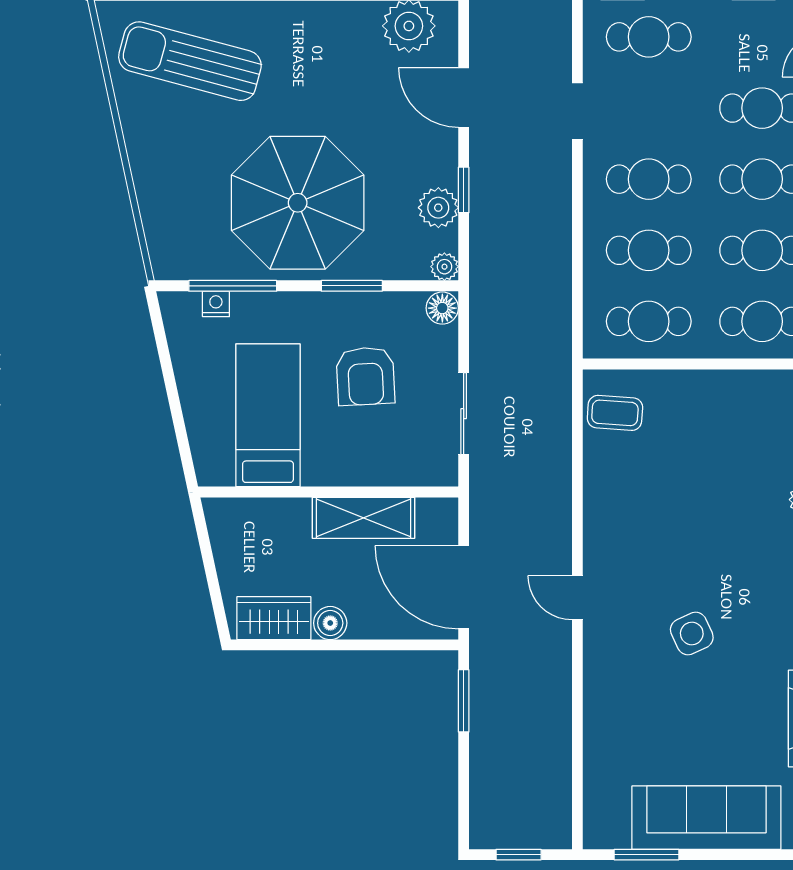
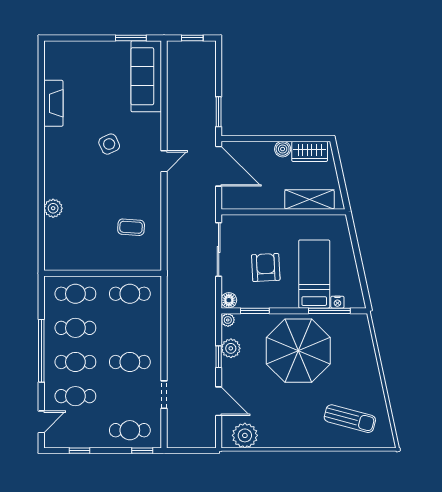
sun lounger: (190, 61) -> (350, 419), width x0.73, depth x0.75
cafe table: (649, 250) -> (130, 328), removed
window: (352, 286) -> (255, 311), moved
coffee table: (615, 413) -> (131, 227), moved
sliding door: (464, 414) -> (219, 250), width x1.37
bed: (268, 415) -> (314, 274), moved, turned 180
shelving: (364, 518) -> (309, 200), moved
door: (577, 598) -> (164, 161), hinge flipped
sofa: (706, 818) -> (146, 76), moved, turned 90

